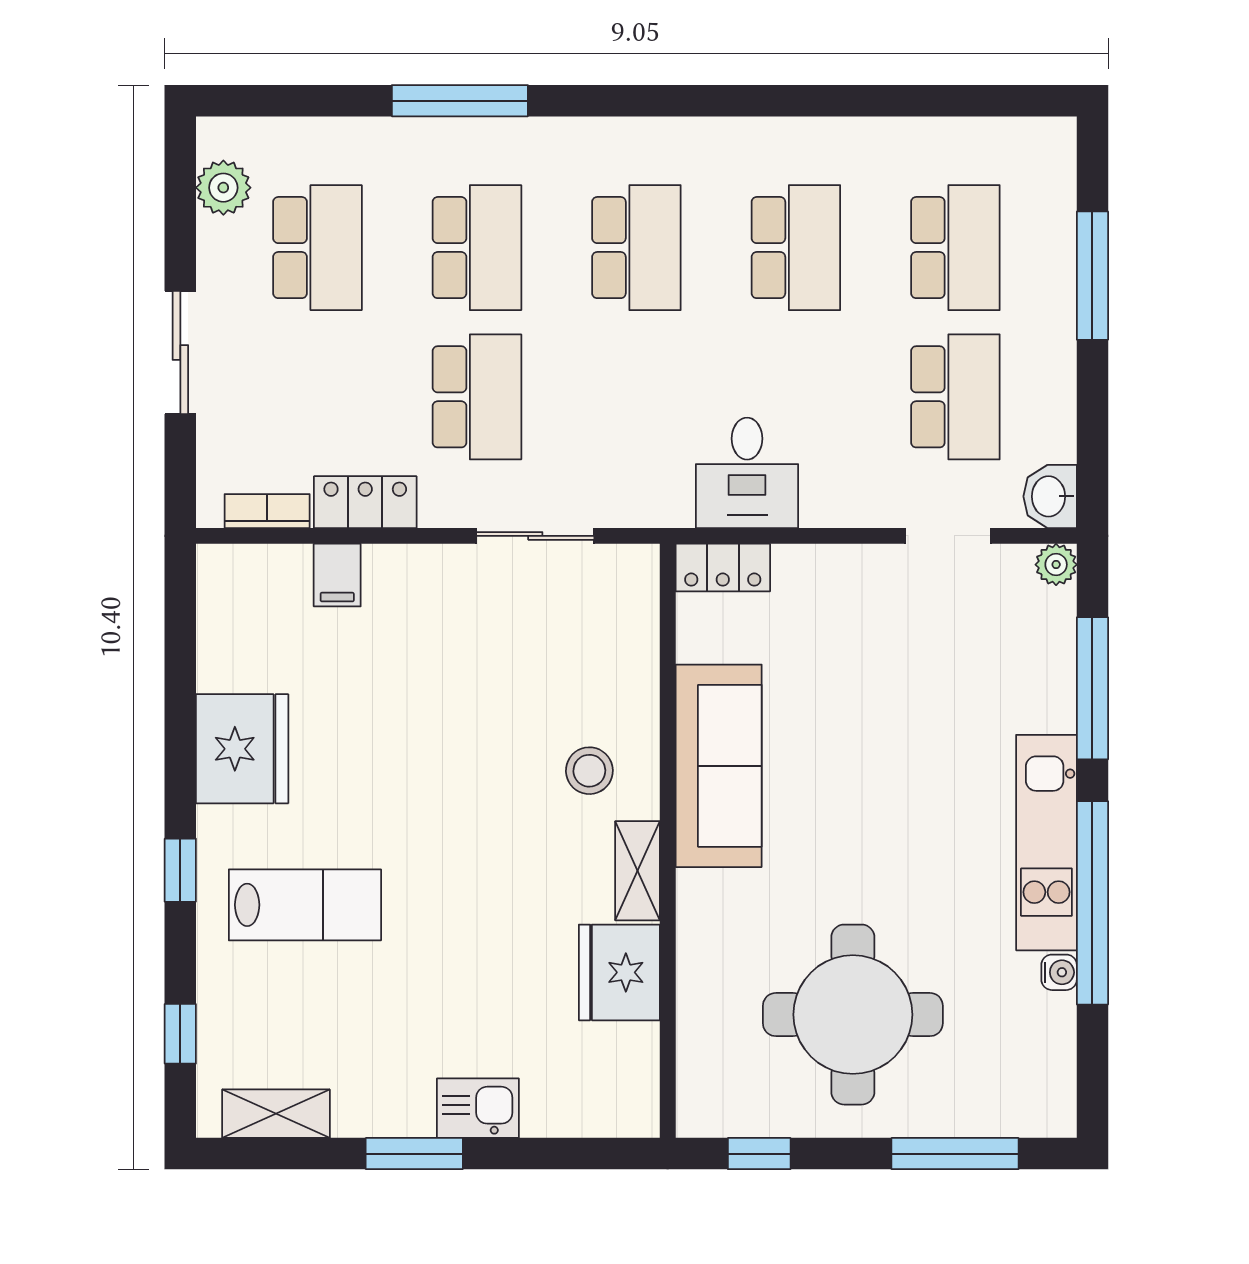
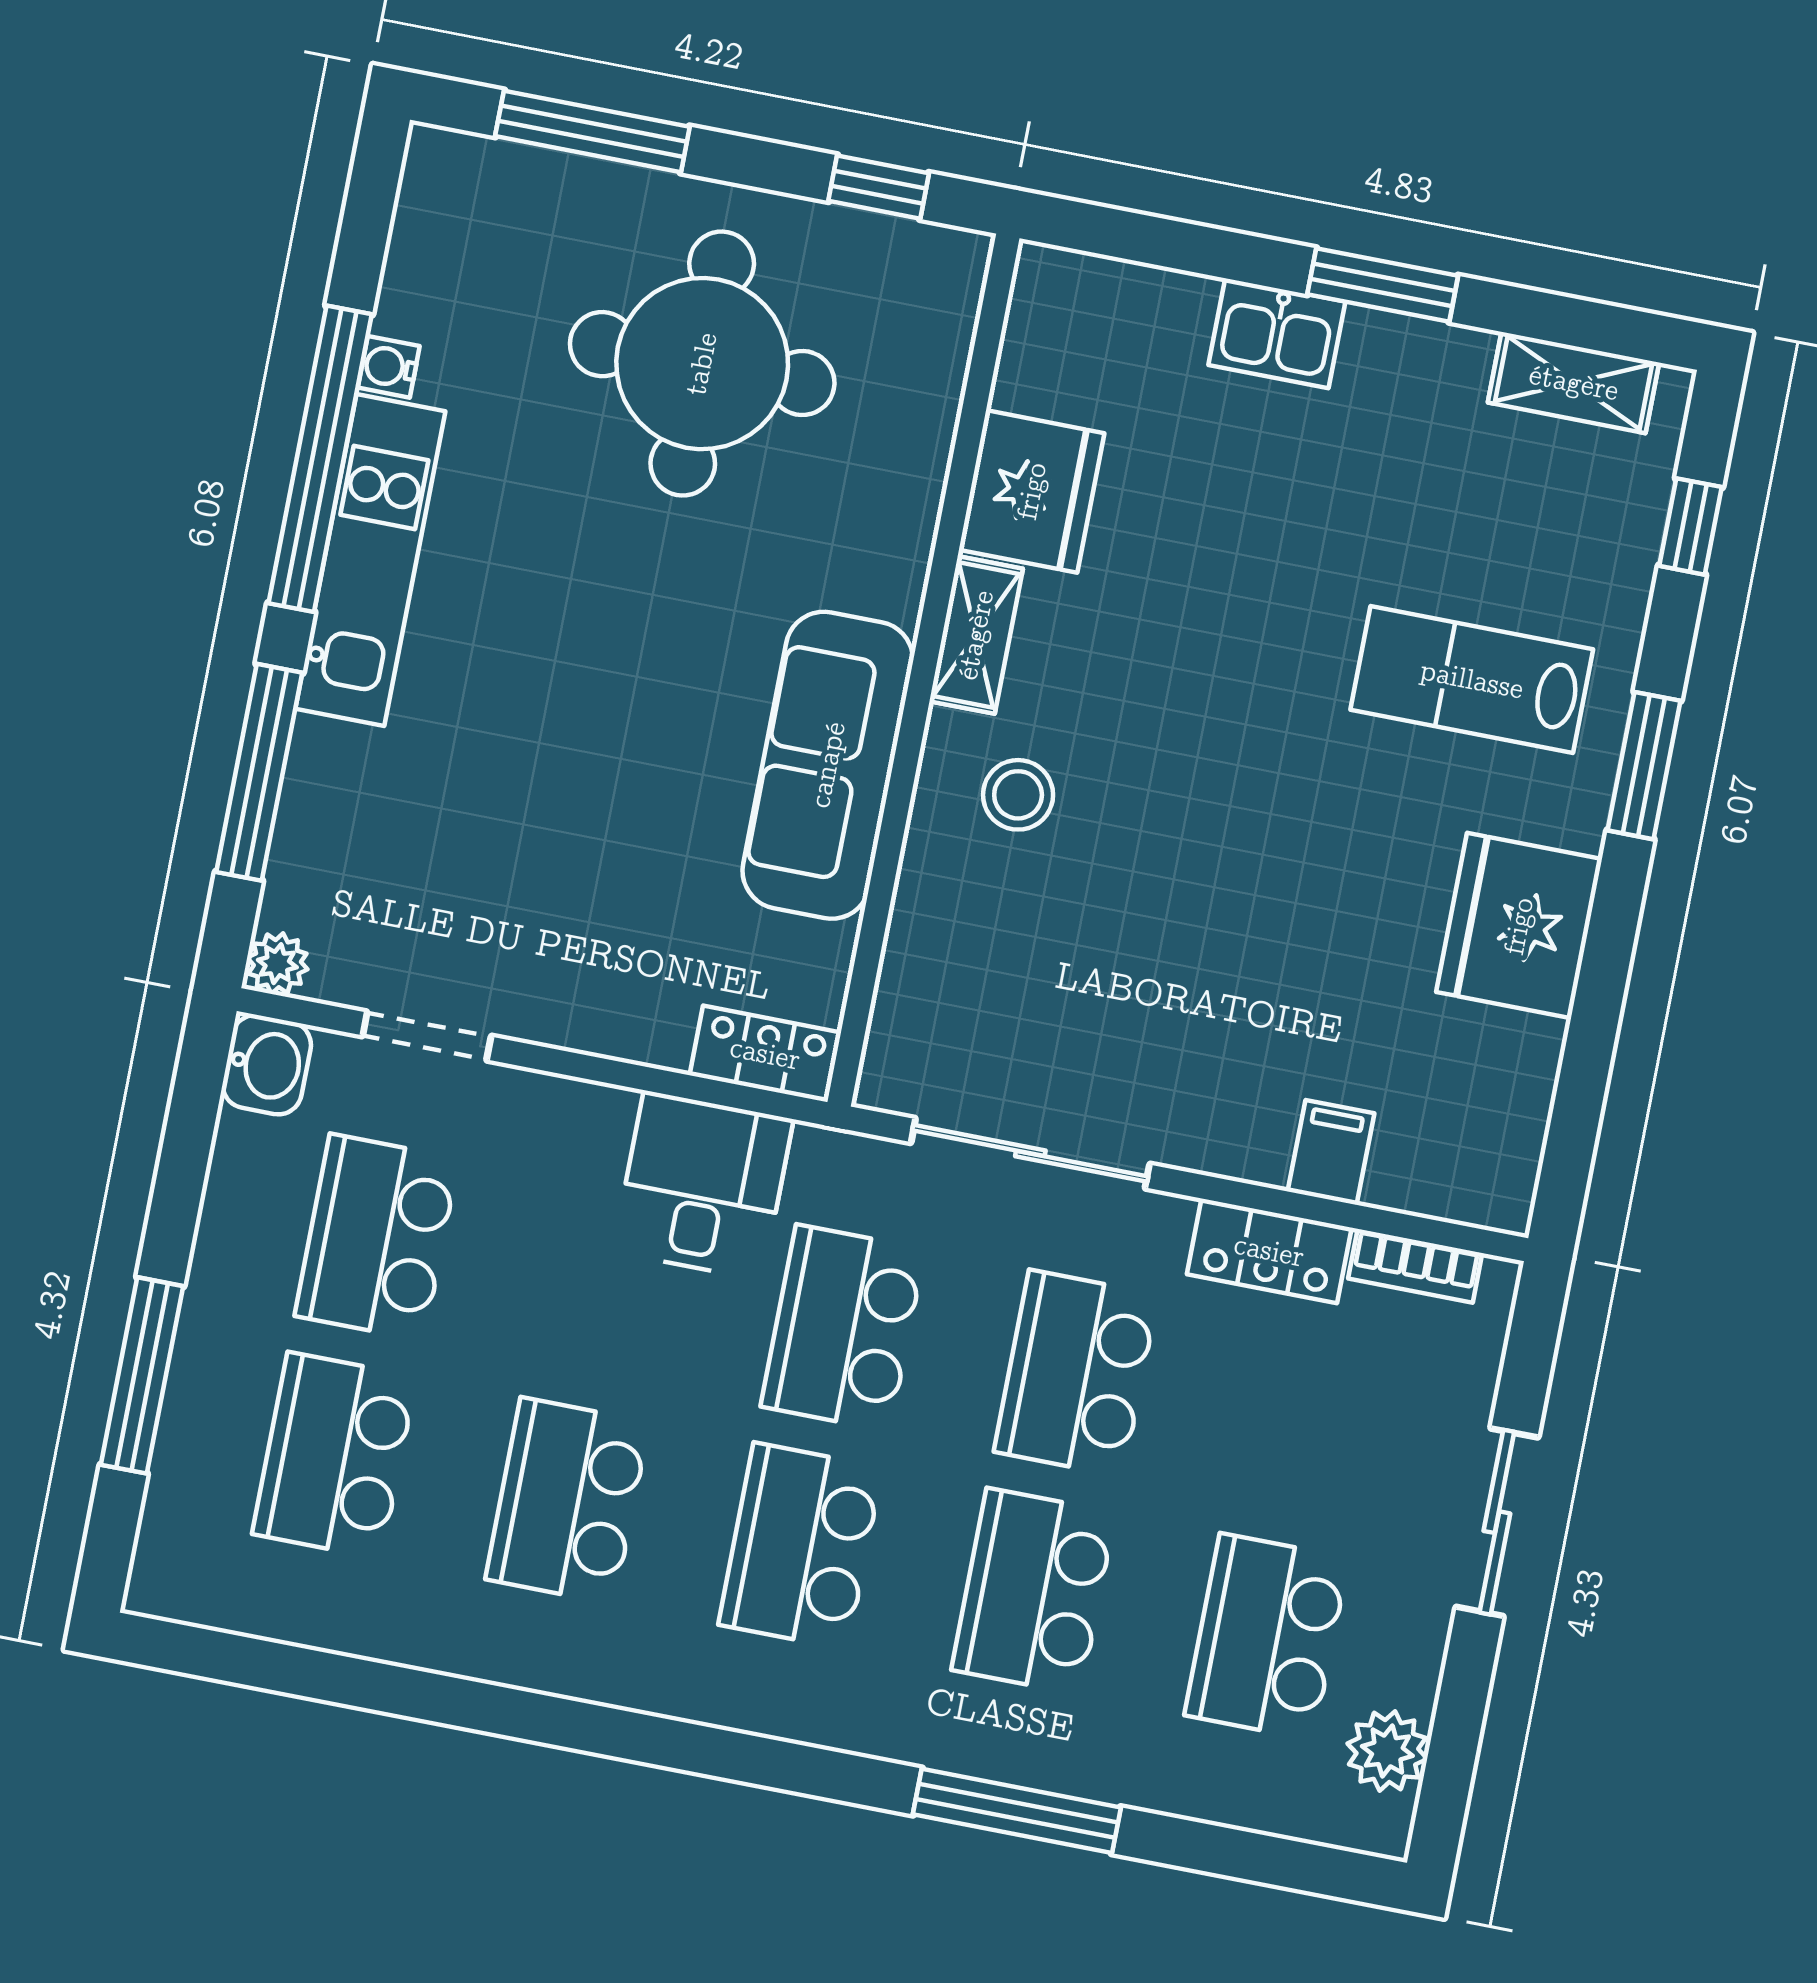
school desk: (636, 397) -> (843, 1328), added
sliding door: (535, 536) -> (1030, 1153), width x1.37
window: (180, 870) -> (1644, 766), width x1.50

